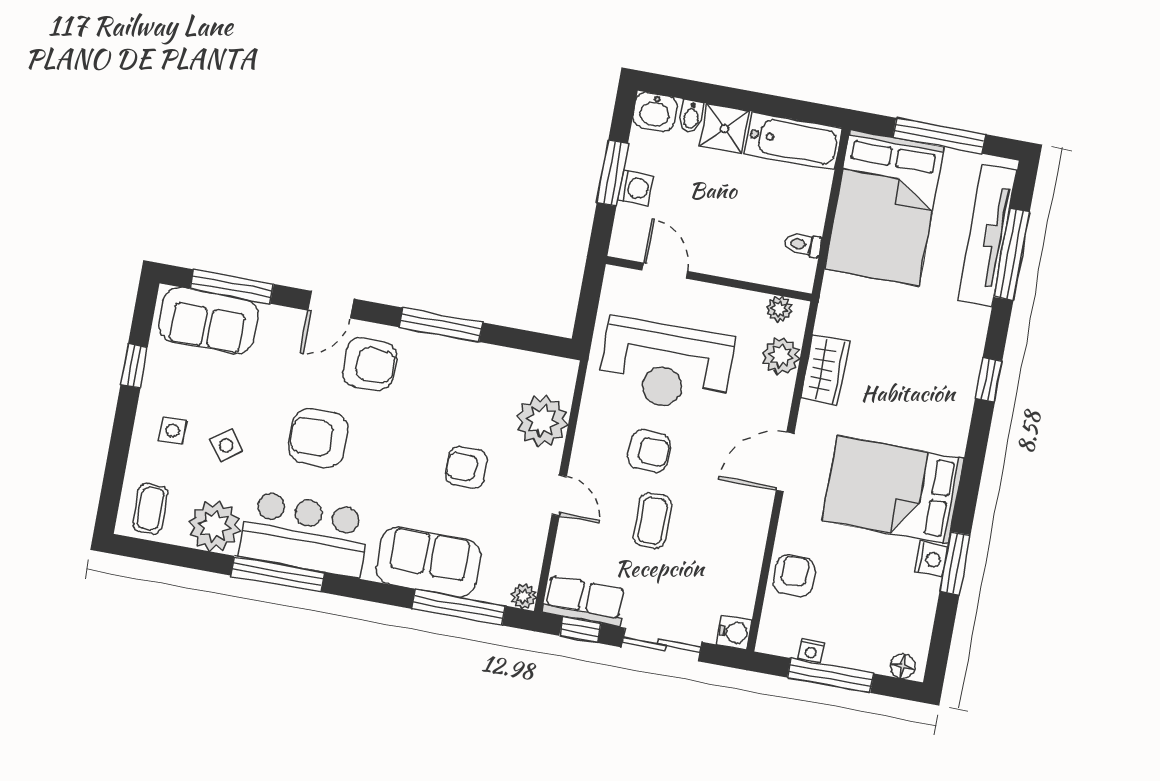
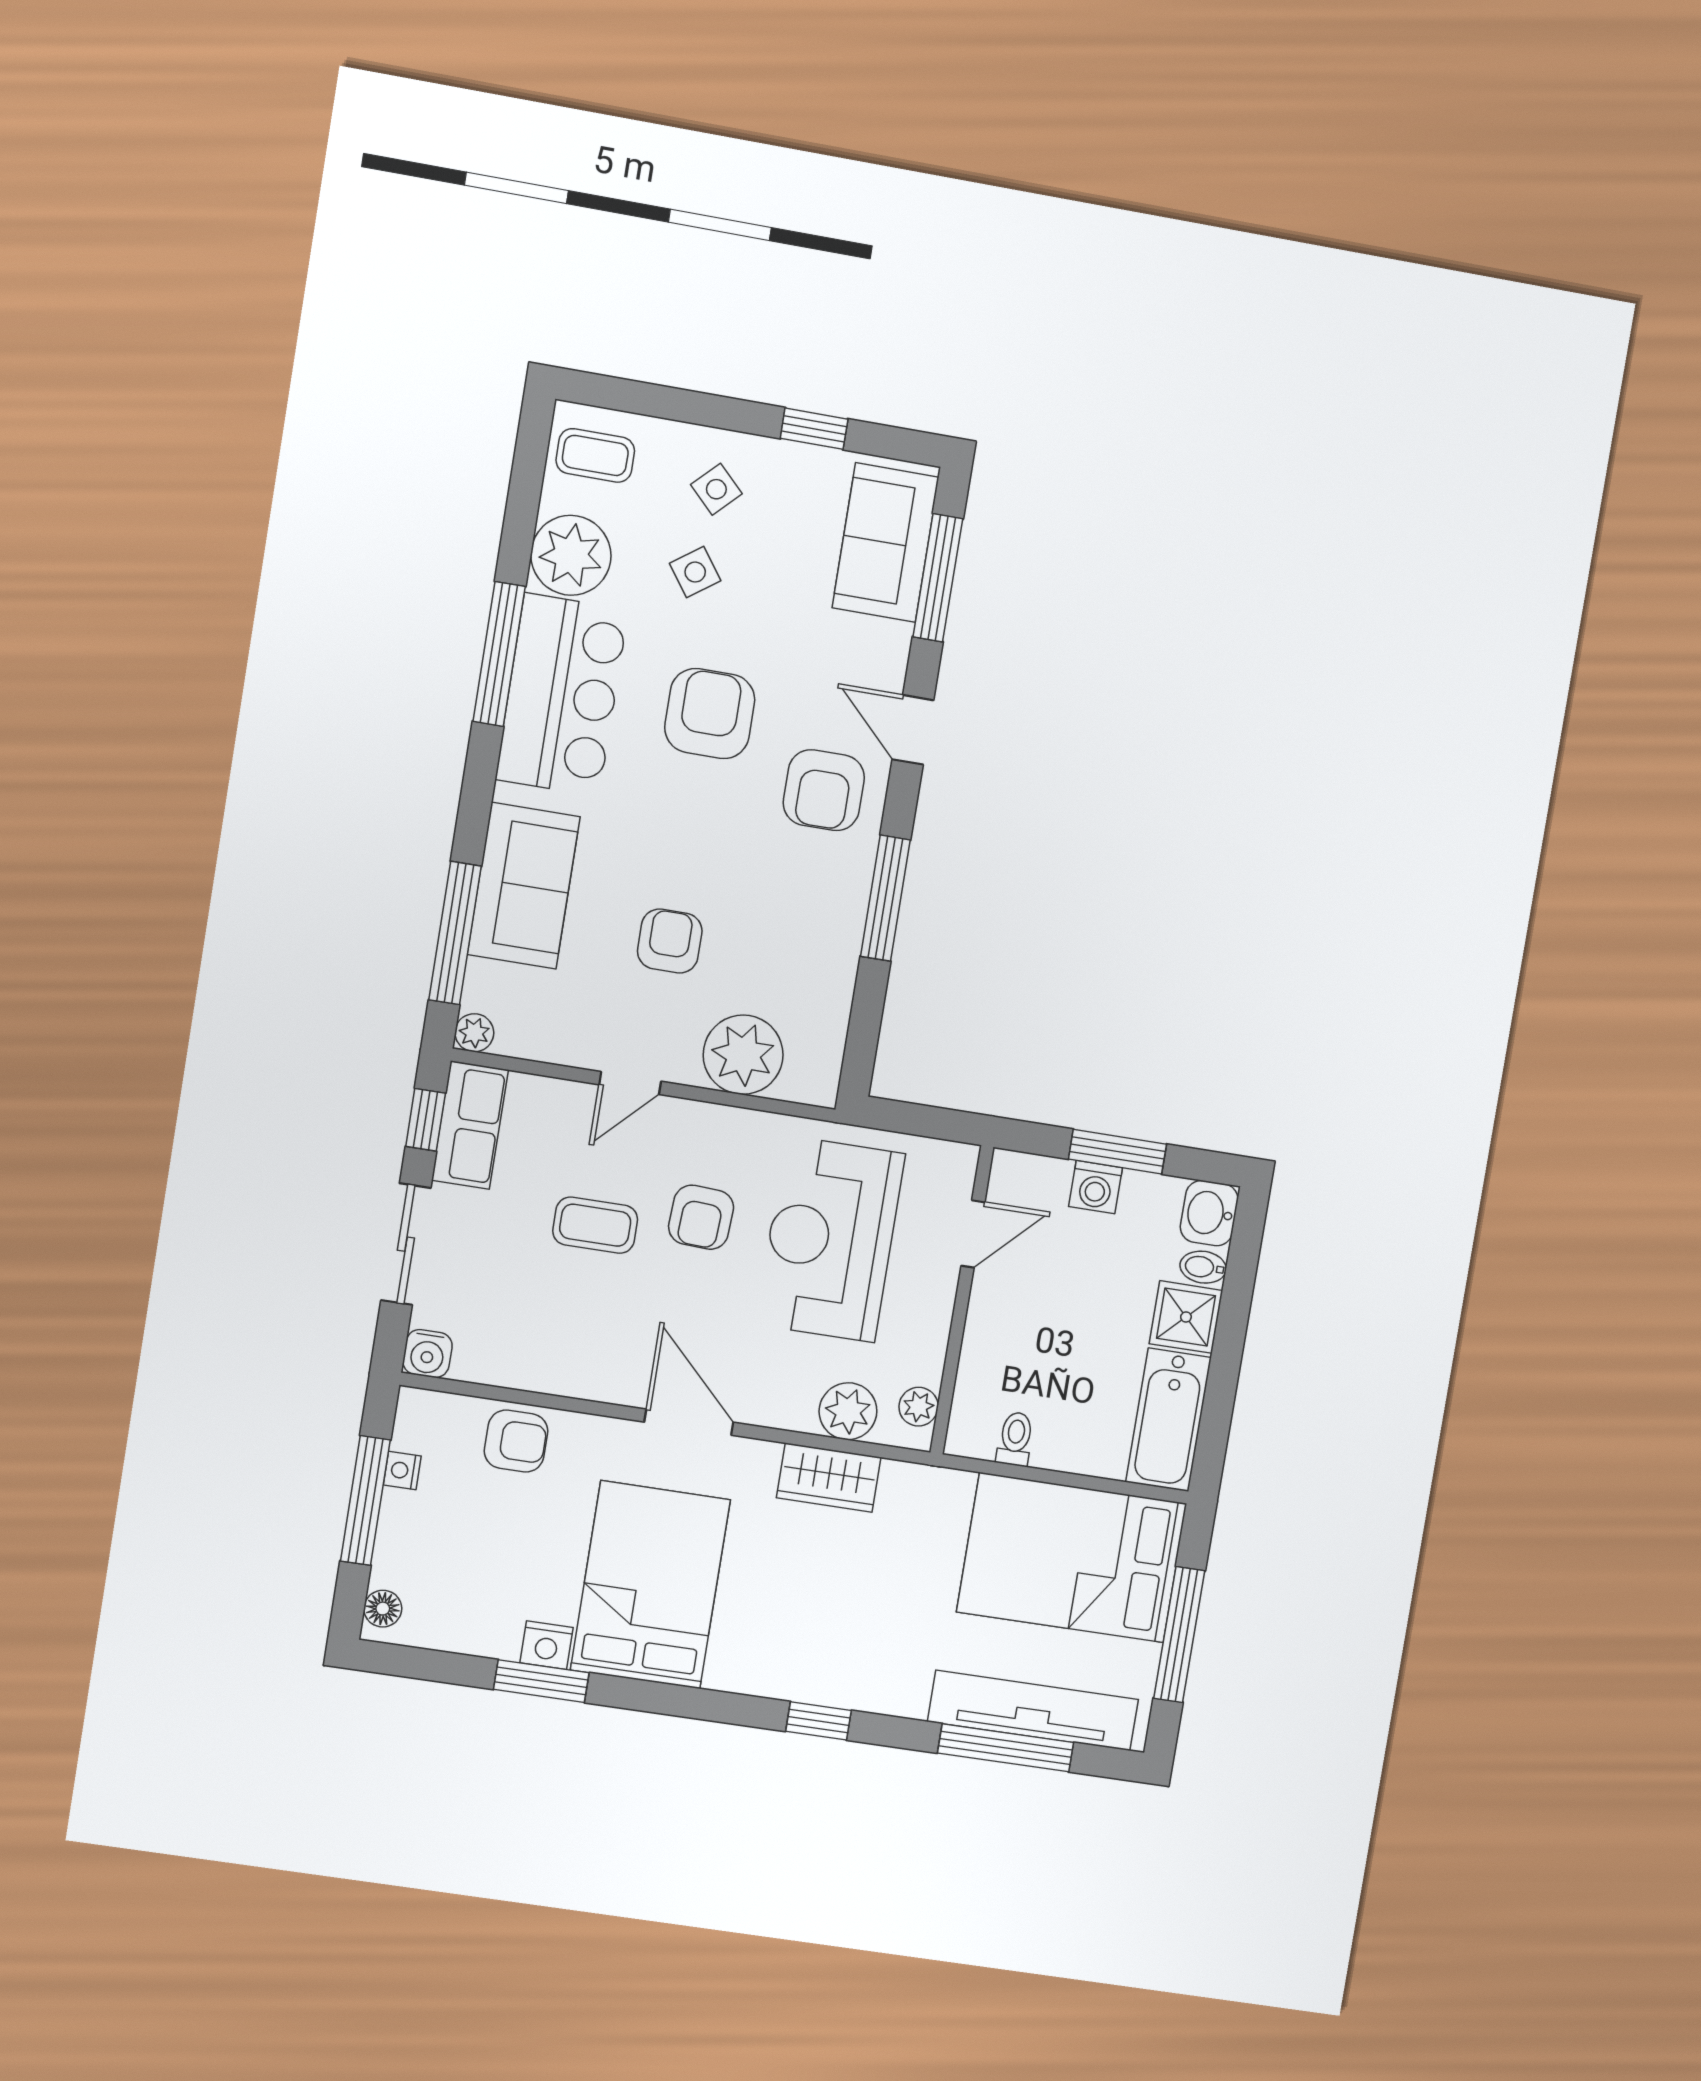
side table: (173, 430) -> (716, 489), turned 45

